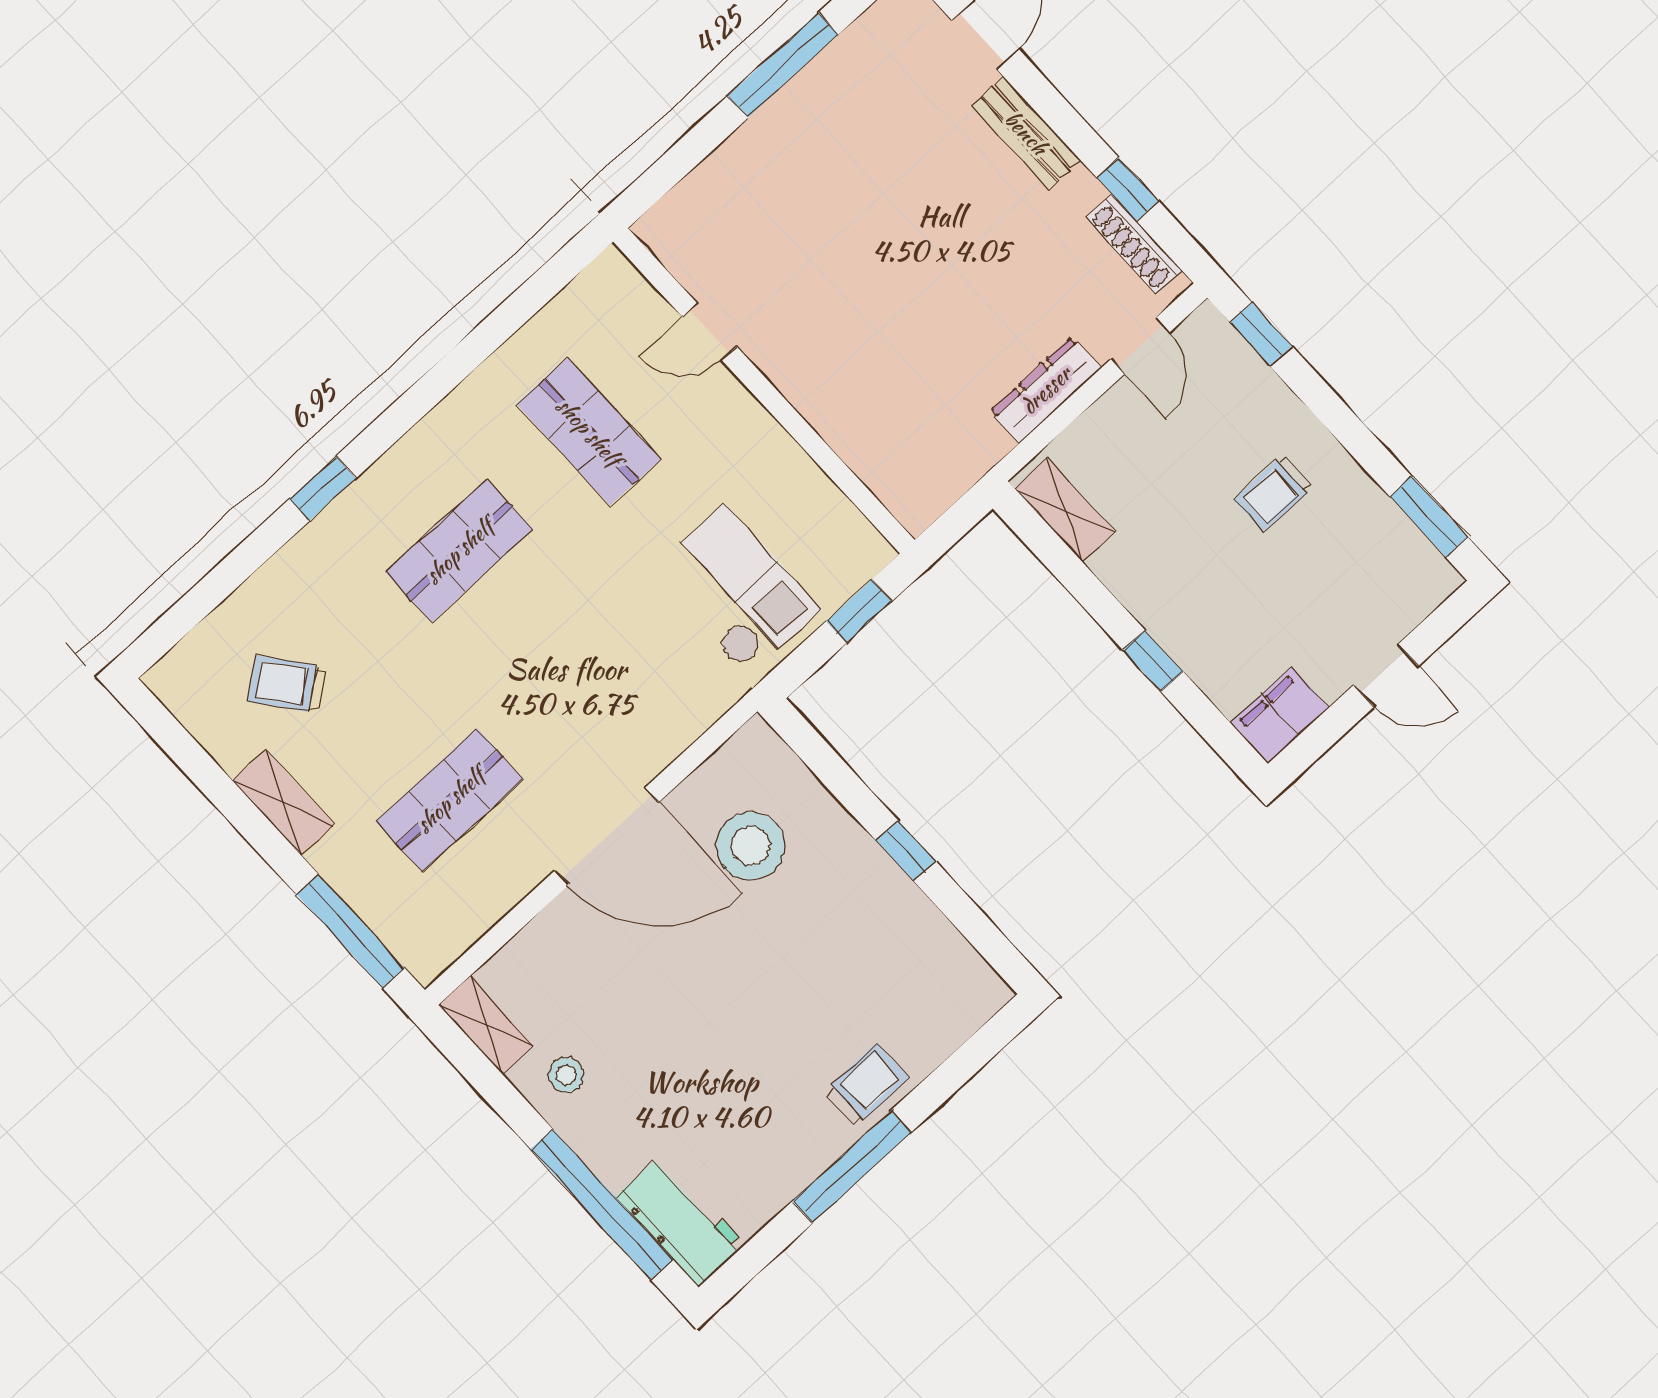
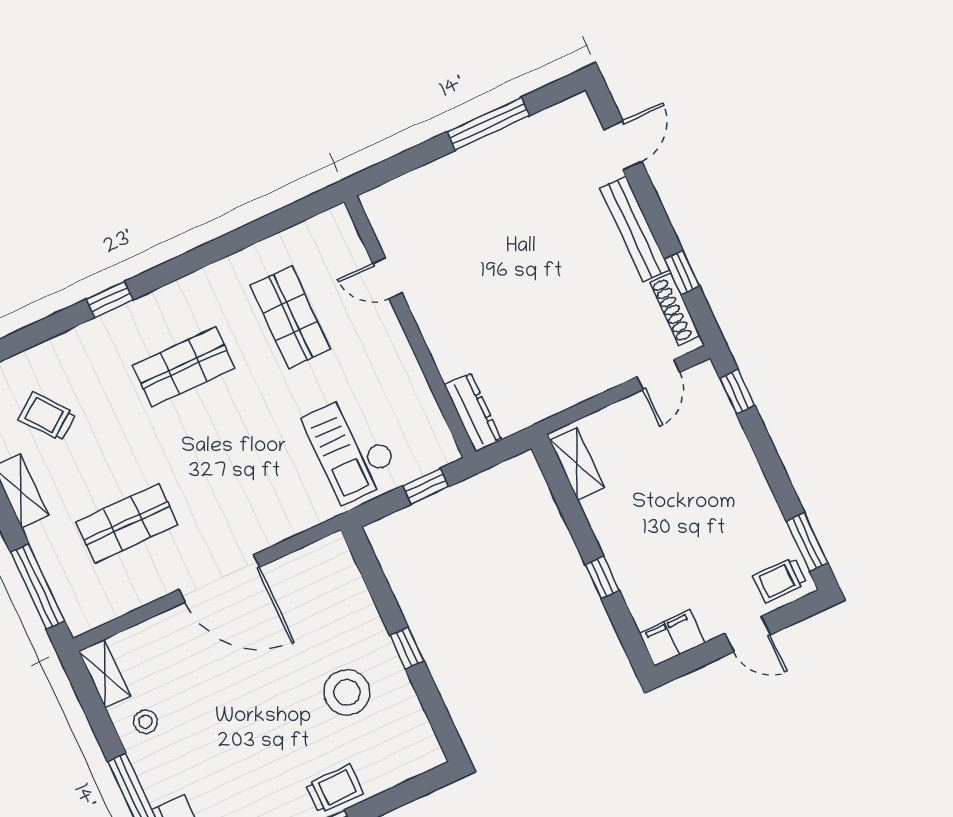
bench: (1026, 133) -> (635, 229), width x1.36
dresser: (1046, 390) -> (473, 412), moved, turned 90
trolley: (1274, 493) -> (780, 580), moved
checkout: (736, 590) -> (352, 448), turned 180
stool: (751, 846) -> (347, 692), moved

